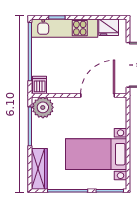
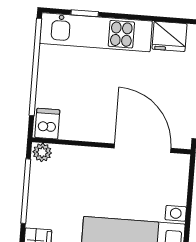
door: (98, 95) -> (143, 148), hinge flipped
plant: (43, 107) -> (42, 152), width x0.53, depth x0.53

